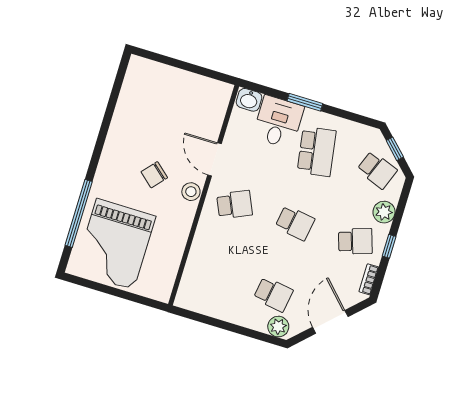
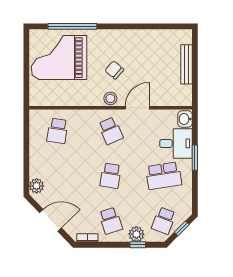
bench: (176, 75) -> (187, 64), added
window: (389, 246) -> (138, 245), moved
school desk: (273, 294) -> (57, 131), moved

